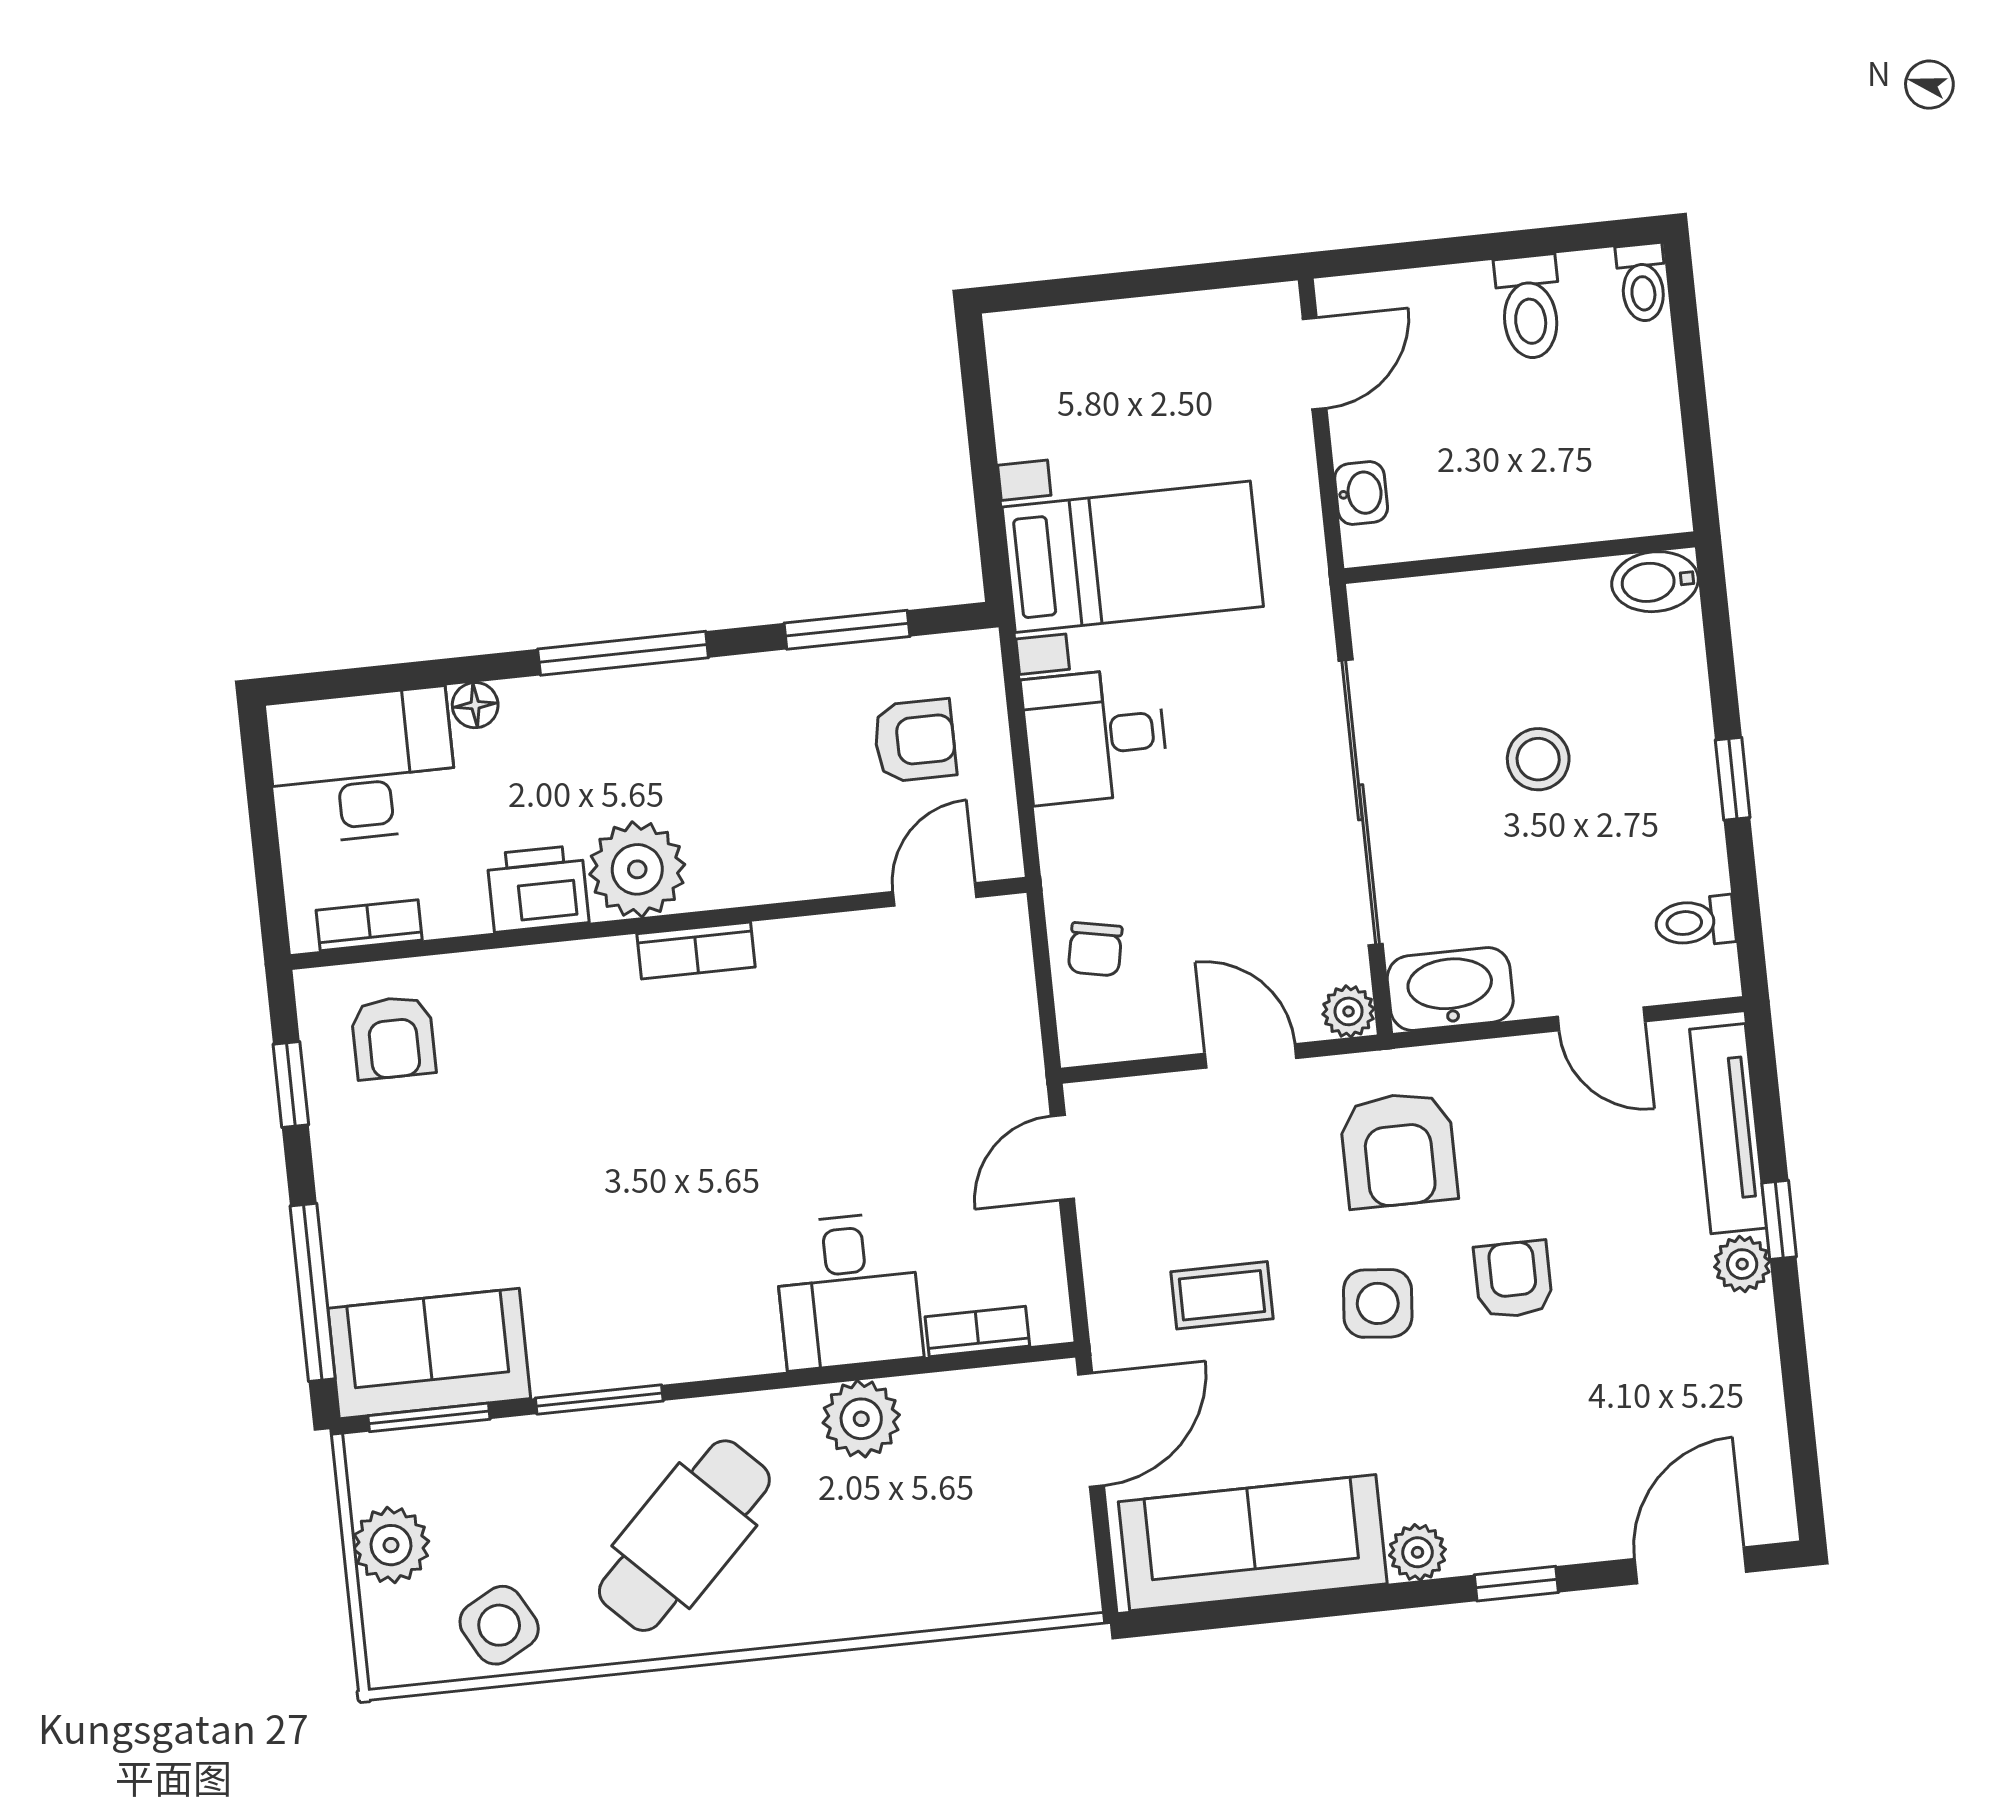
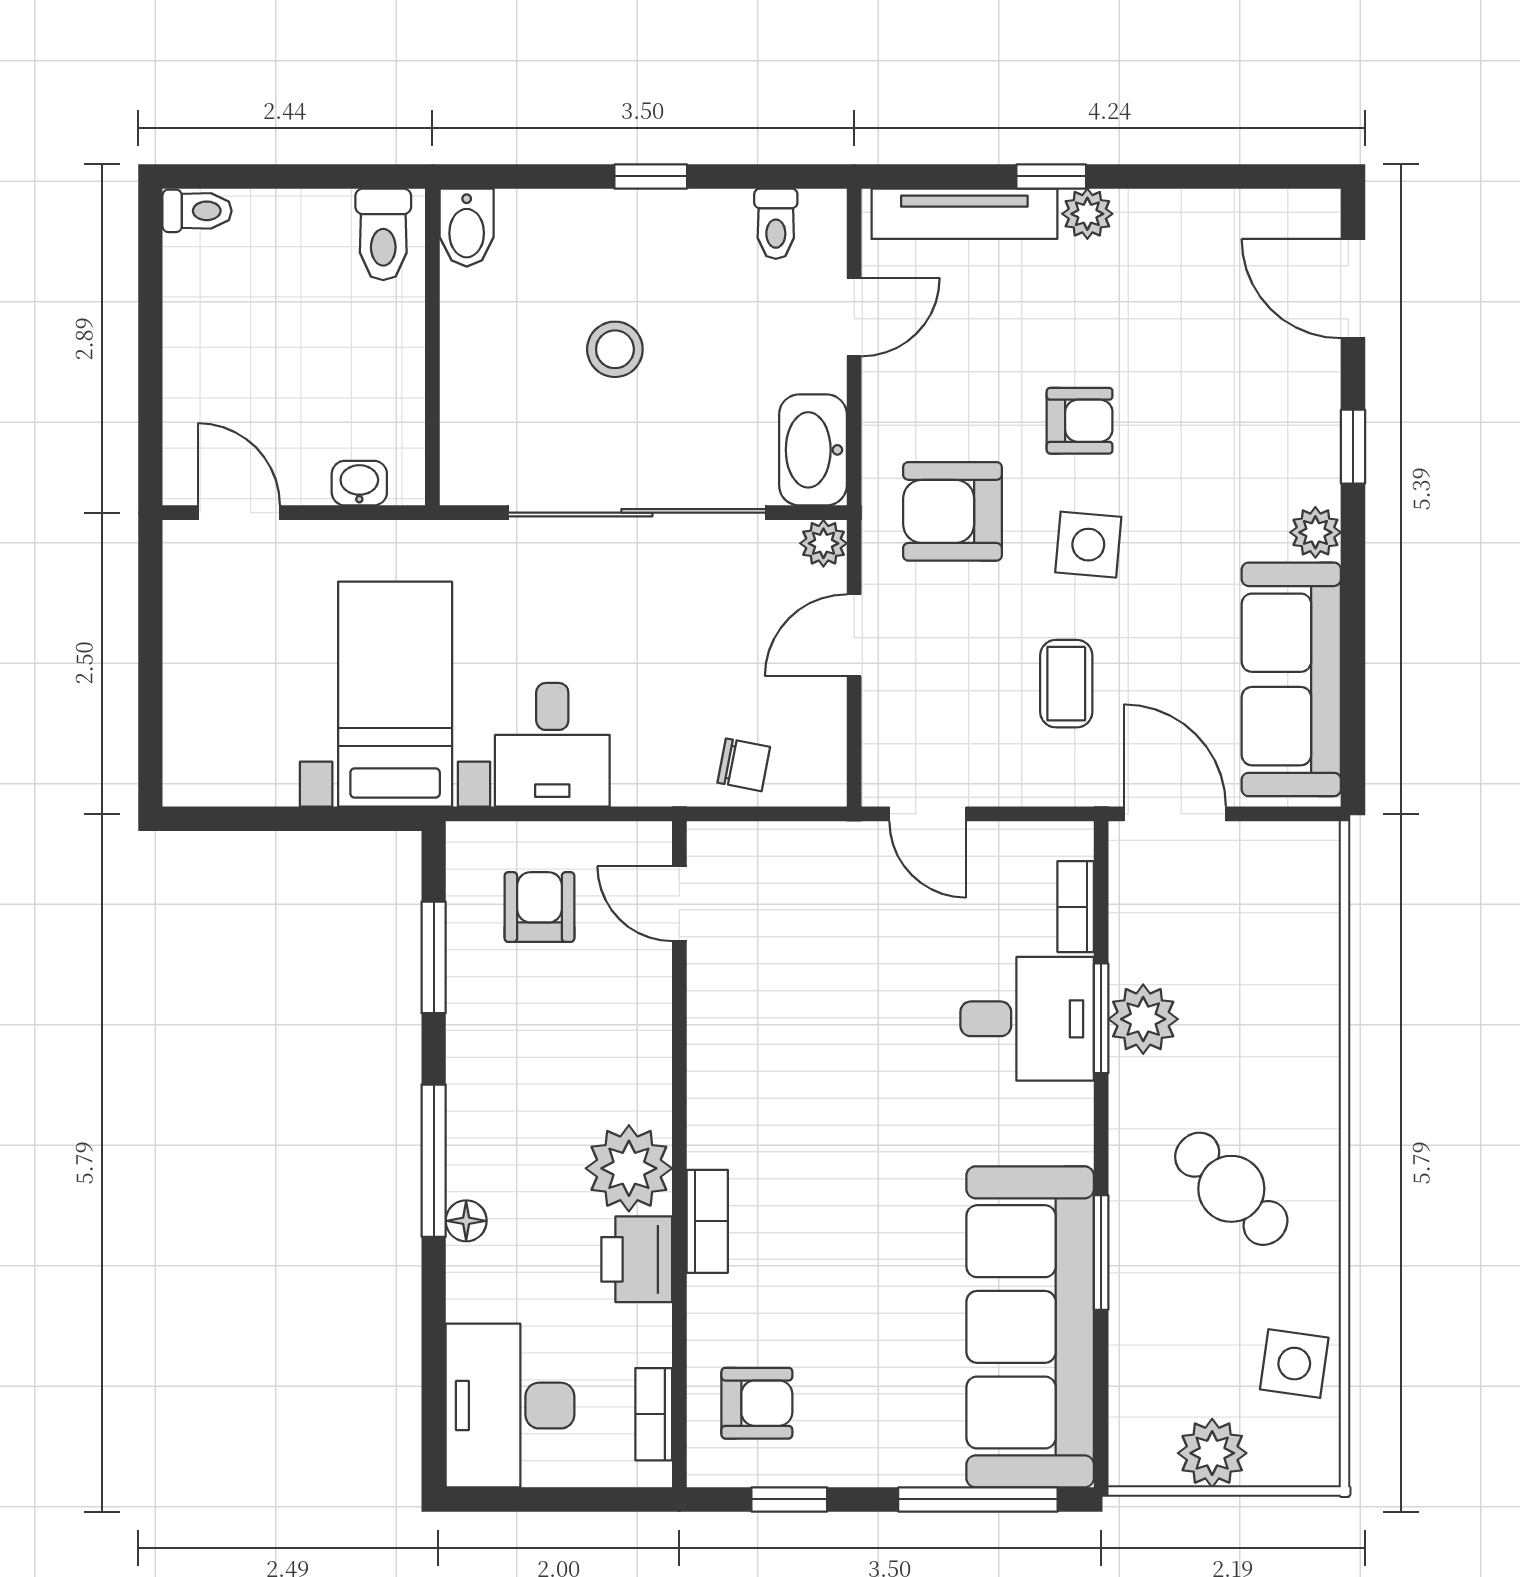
toilet: (1529, 307) -> (383, 234), moved, turned 90
floor lamp: (475, 705) -> (466, 1221), moved
bookcase: (696, 950) -> (707, 1221), moved
armchair: (1399, 1150) -> (952, 511), turned 180
armchair: (1513, 1279) -> (1080, 421), turned 180
sofa: (429, 1353) -> (1030, 1327), width x1.85, depth x1.27
window: (429, 1417) -> (1101, 1018), moved
cafe table: (684, 1536) -> (1231, 1189), width x0.73, depth x0.74
side table: (499, 1625) -> (1294, 1364), turned 37

